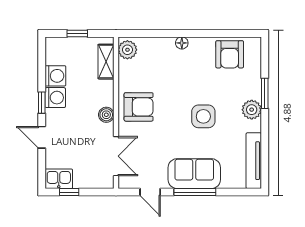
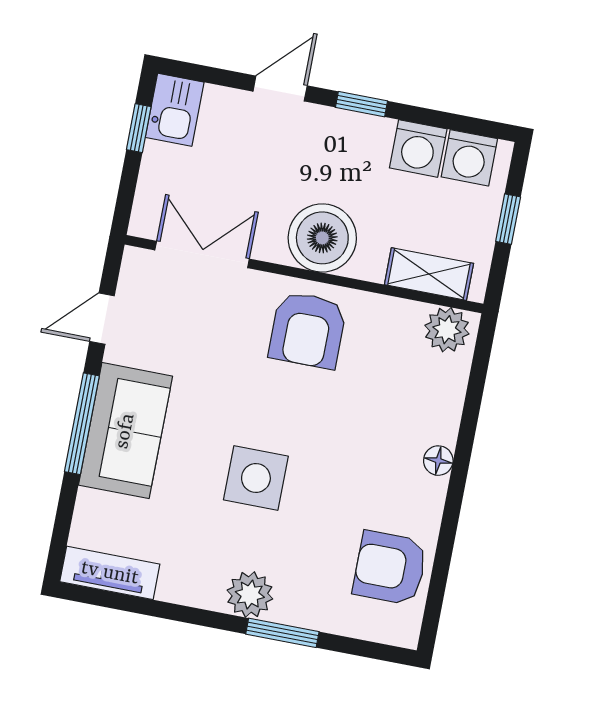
washing machine: (55, 98) -> (469, 158), moved
boiler: (106, 115) -> (322, 238), width x1.86, depth x1.86
double door: (116, 156) -> (202, 255), swing flipped
tv unit: (254, 161) -> (110, 573), width x0.71

